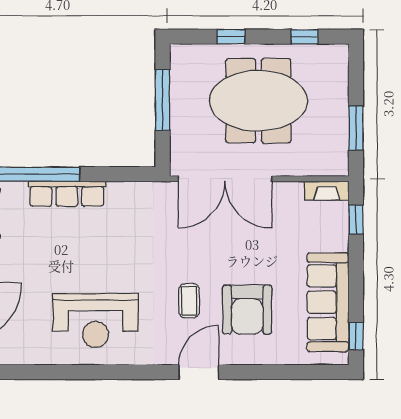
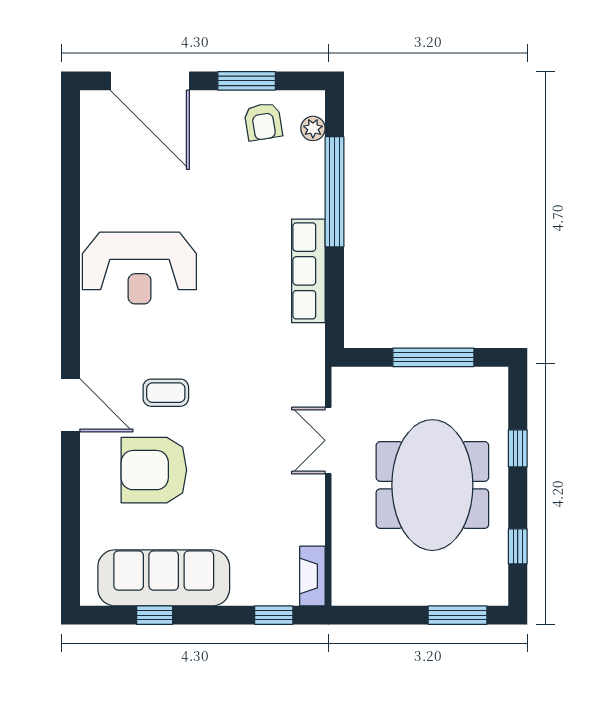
window: (356, 128) -> (457, 615), moved
double door: (225, 179) -> (328, 440), width x0.54
row of seats: (67, 194) -> (308, 271), moved
reception desk: (96, 320) -> (139, 268), turned -90
window: (356, 336) -> (155, 615), moved

